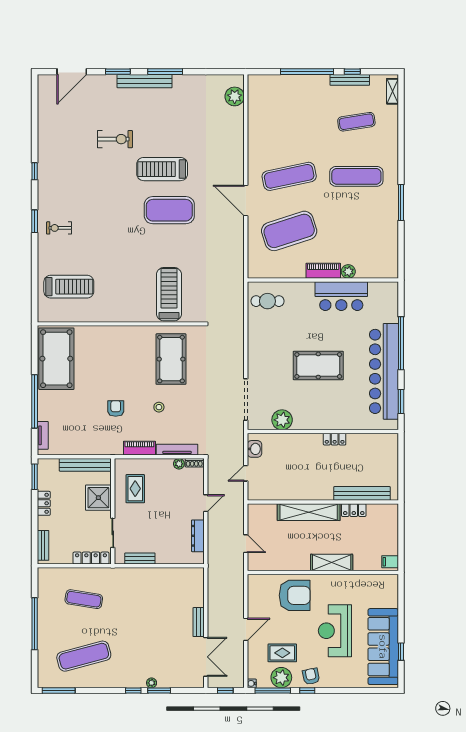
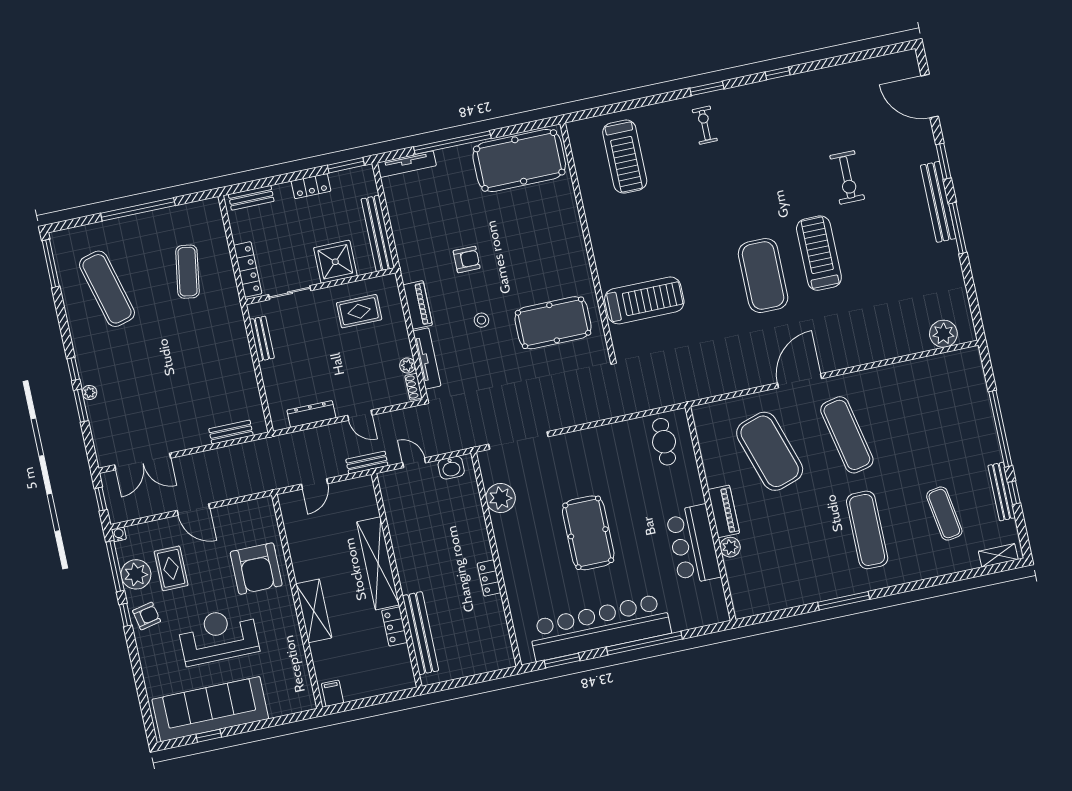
tv unit: (43, 435) -> (407, 164), width x1.41
bench: (239, 505) -> (367, 463), added
bench: (199, 622) -> (231, 432), moved

